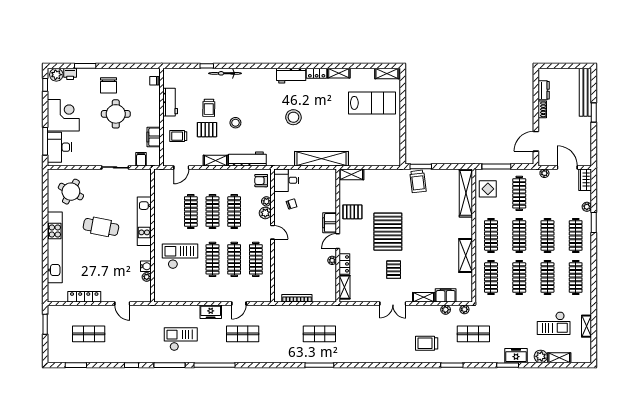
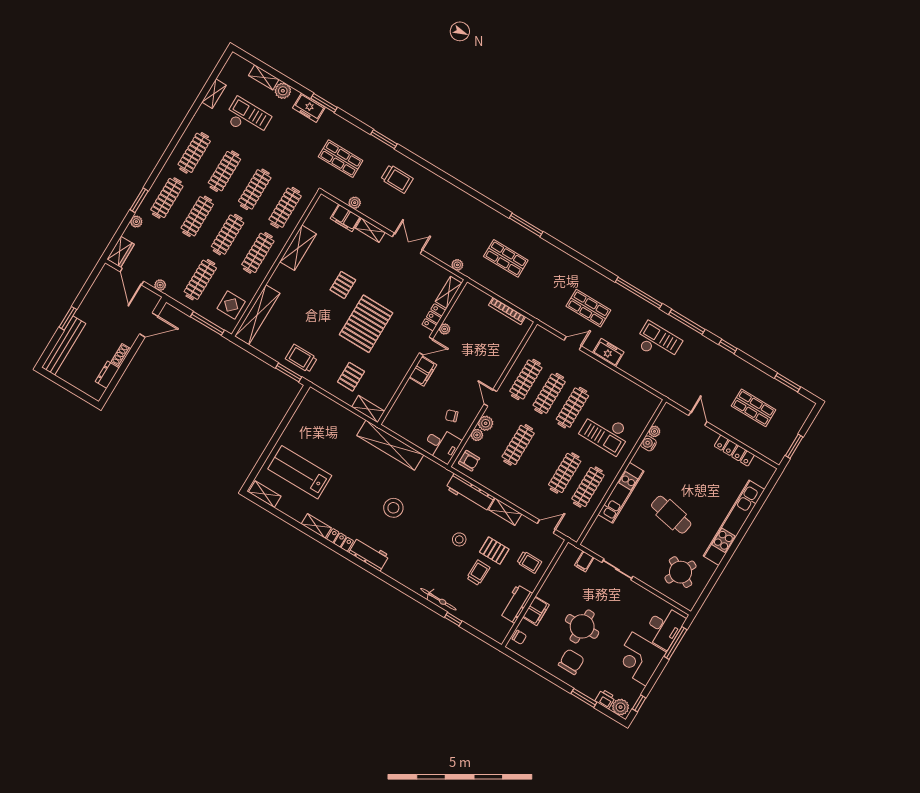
filing cabinet: (154, 137) -> (536, 611), moved
trolley: (418, 181) -> (301, 358), turned -83
clothes rail: (213, 212) -> (588, 487), moved
pallet: (352, 212) -> (351, 377), moved, turned 90
pallet: (394, 270) -> (343, 285), moved
plant: (464, 309) -> (457, 265), moved
checkout: (181, 339) -> (658, 342), turned 180

